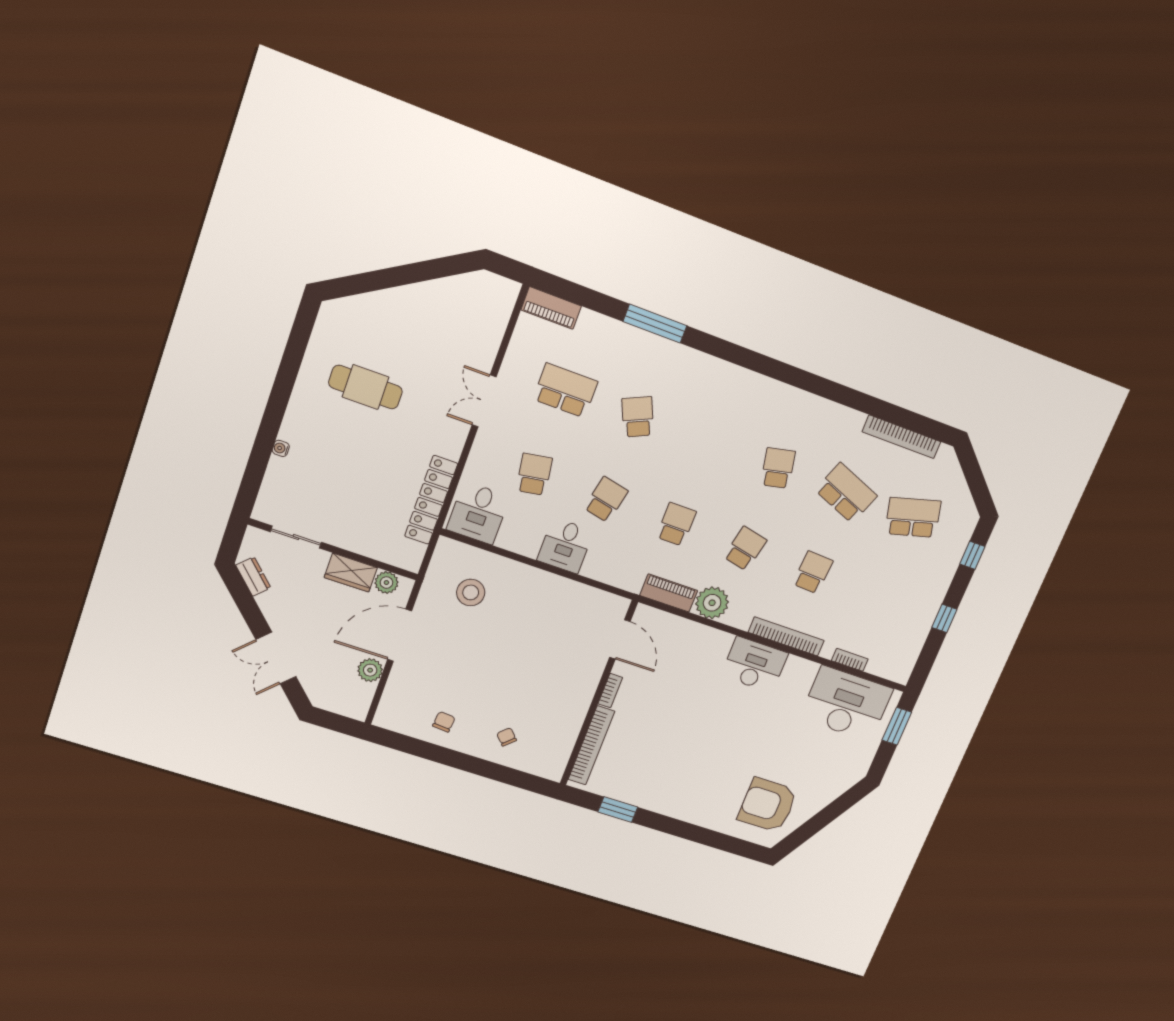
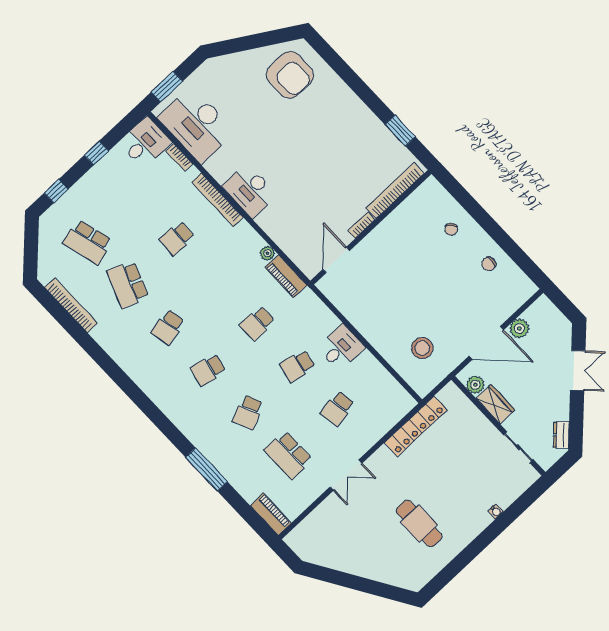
desk: (478, 513) -> (145, 143), moved
school desk: (745, 549) -> (208, 370), moved
plant: (712, 603) -> (267, 253), width x0.53, depth x0.53

